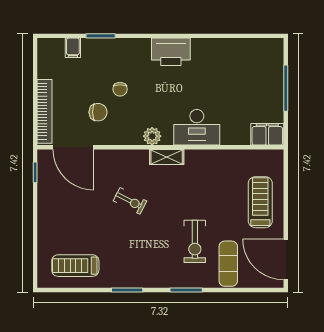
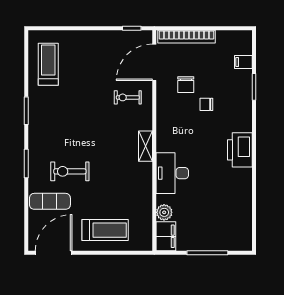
plant: (152, 136) -> (164, 212), moved
exercise bike: (130, 201) -> (128, 97), moved, turned 63

